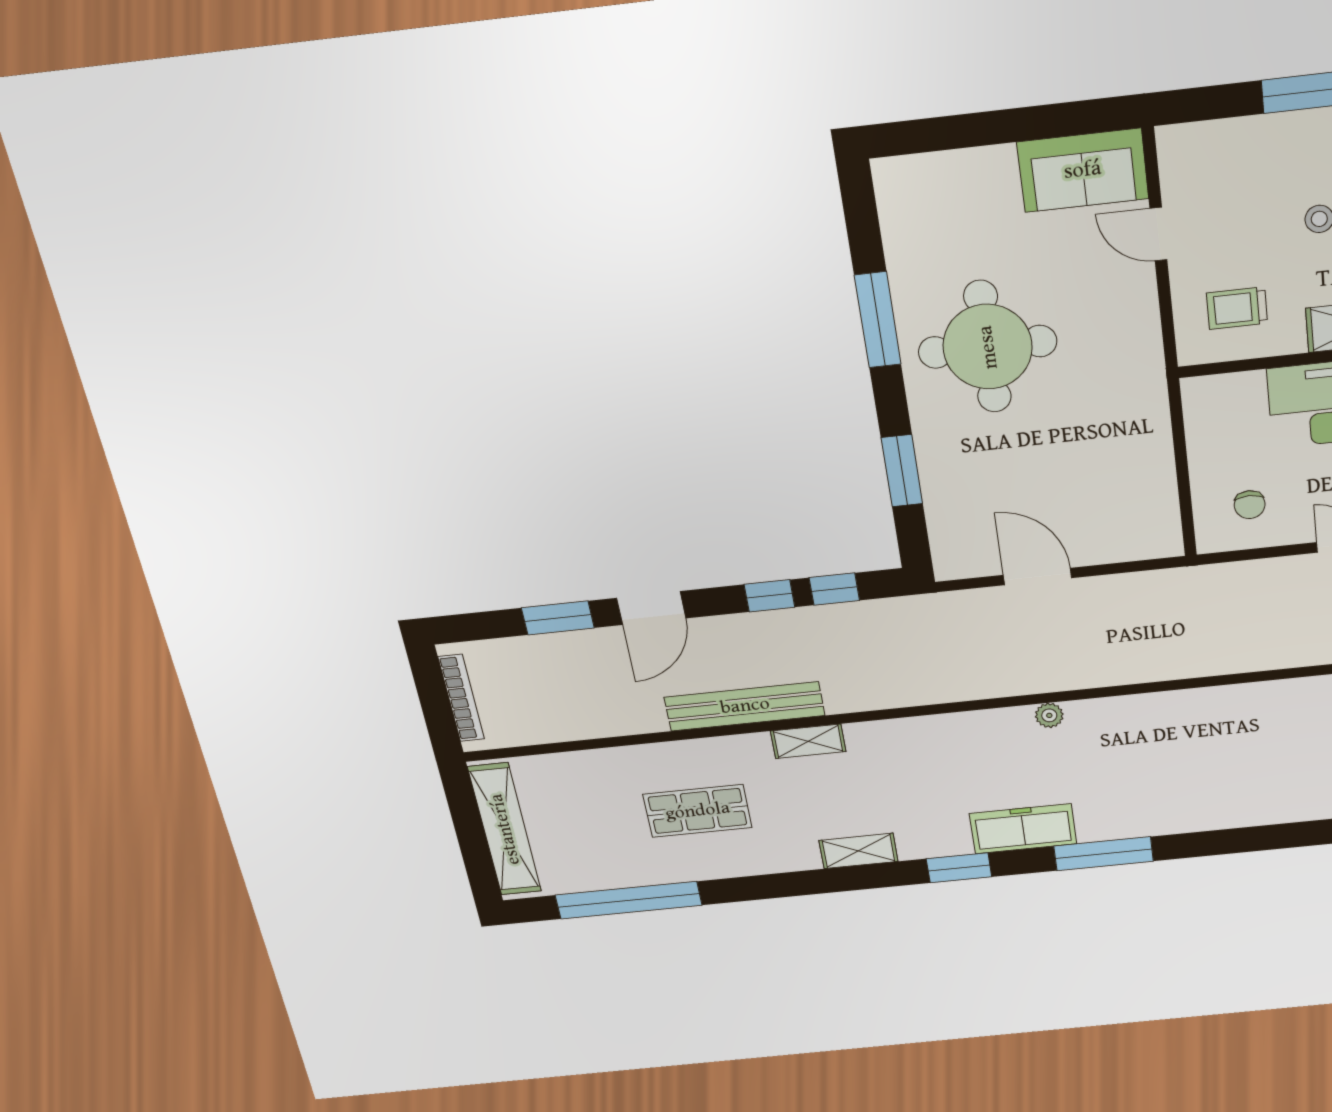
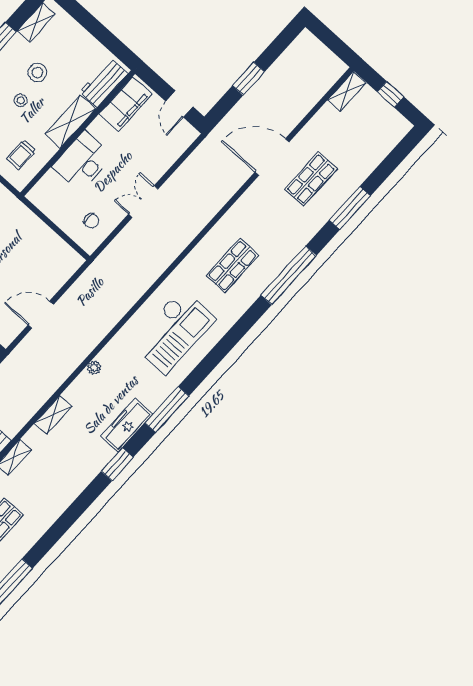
checkout: (1218, 760) -> (173, 331), added
shelving: (858, 851) -> (53, 415), moved

